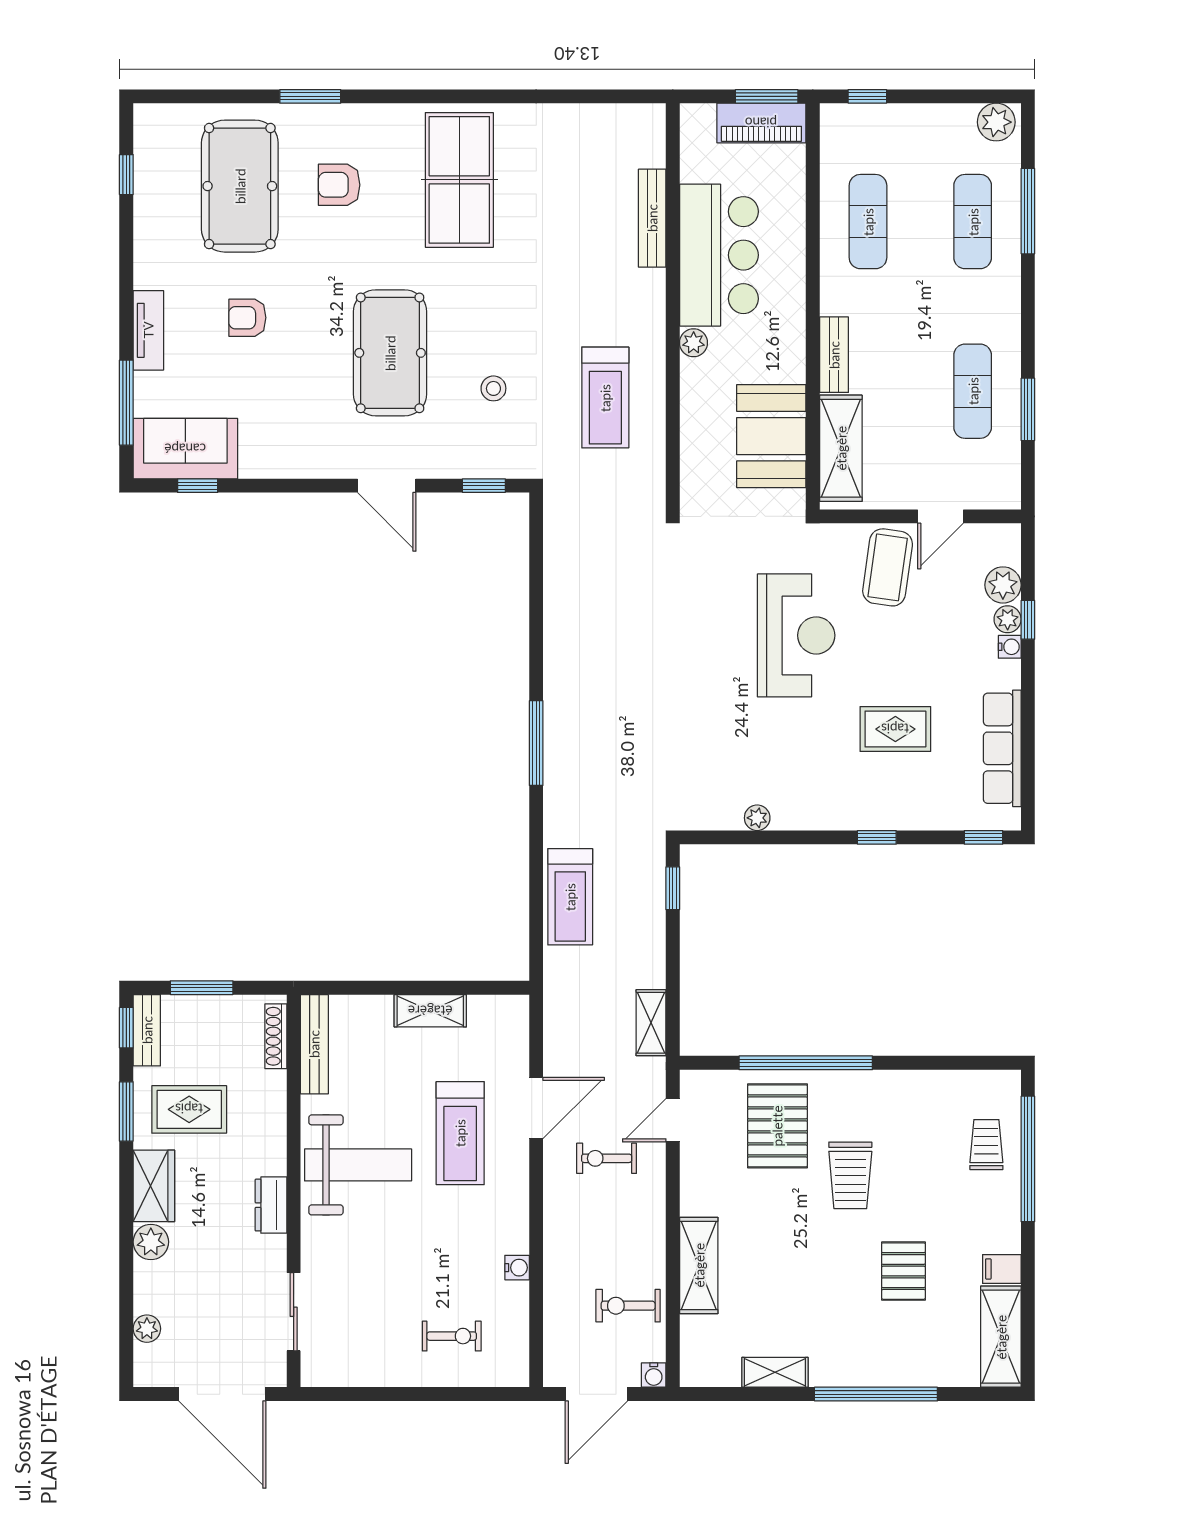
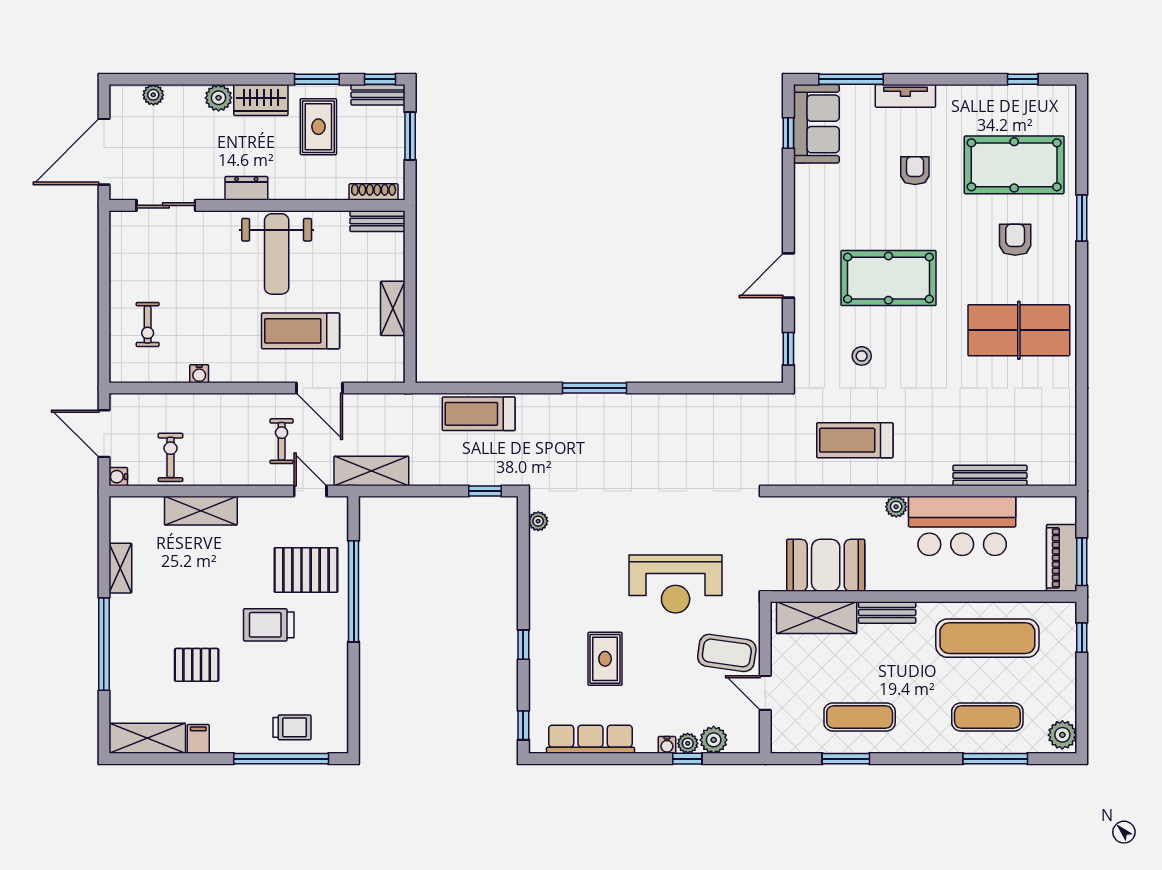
exercise mat: (868, 222) -> (987, 638), width x1.36, depth x1.45
plant: (757, 818) -> (538, 521), moved
shelving: (651, 1023) -> (371, 471), width x1.50, depth x1.33
bench: (314, 1044) -> (378, 221), width x0.73

